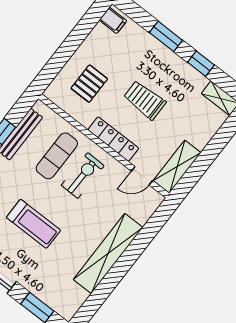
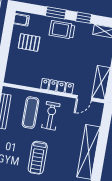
pallet: (89, 84) -> (29, 42), moved, turned 90
trolley: (145, 100) -> (62, 30), moved
treadmill: (33, 224) -> (38, 158), turned 90

